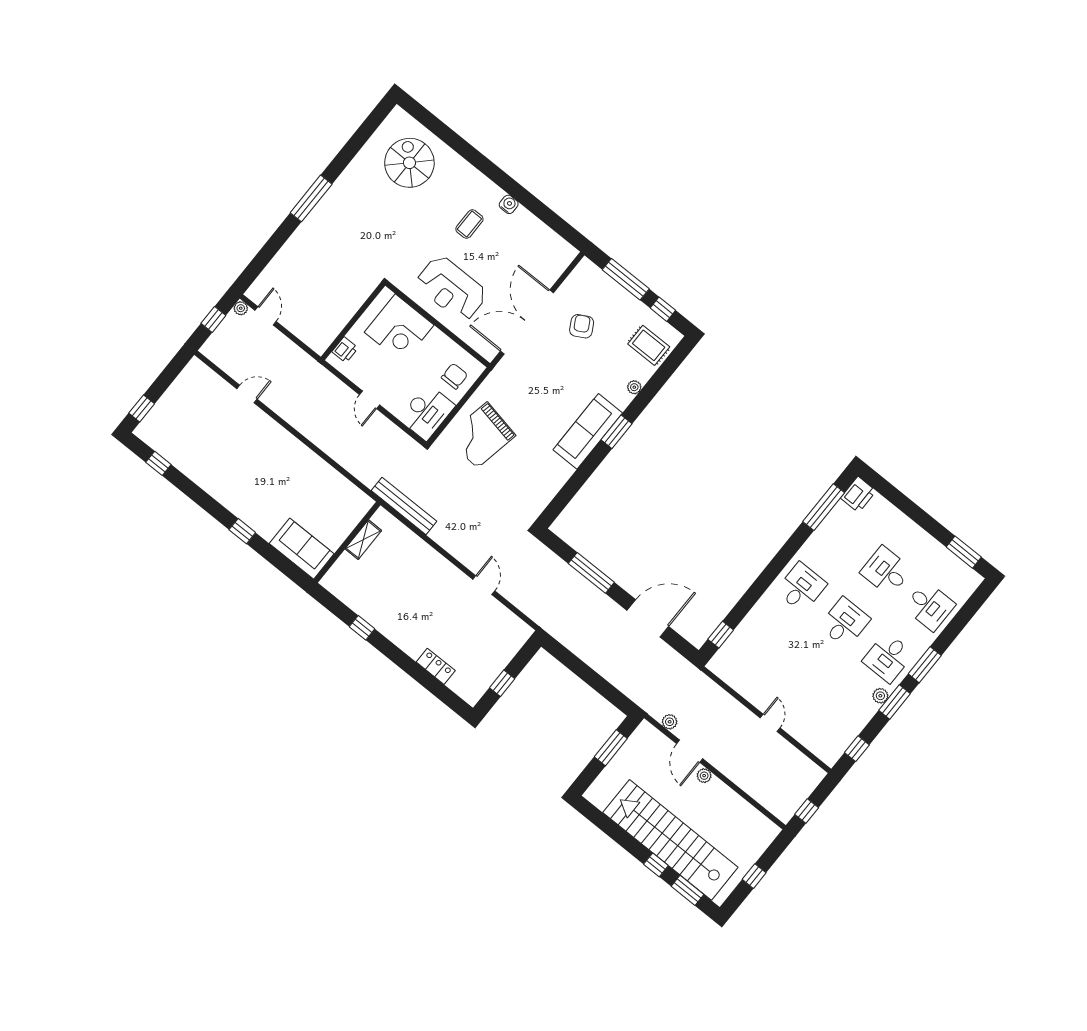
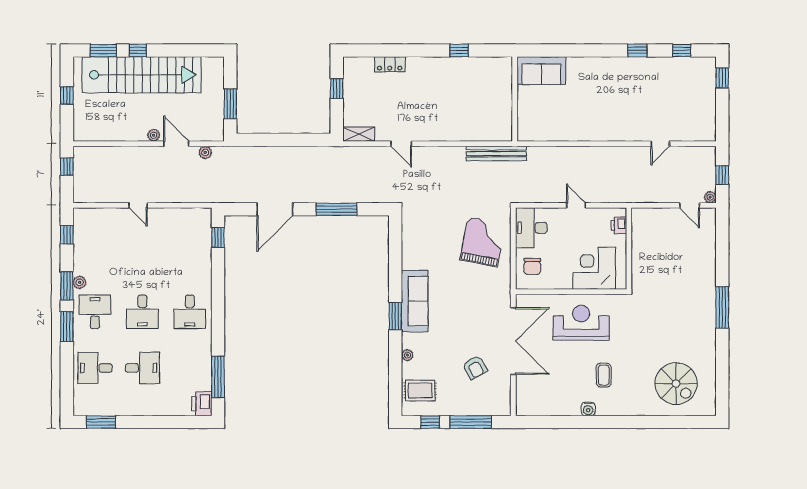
window: (242, 531) -> (637, 50), moved
shelving: (363, 540) -> (359, 134), moved, turned 90

